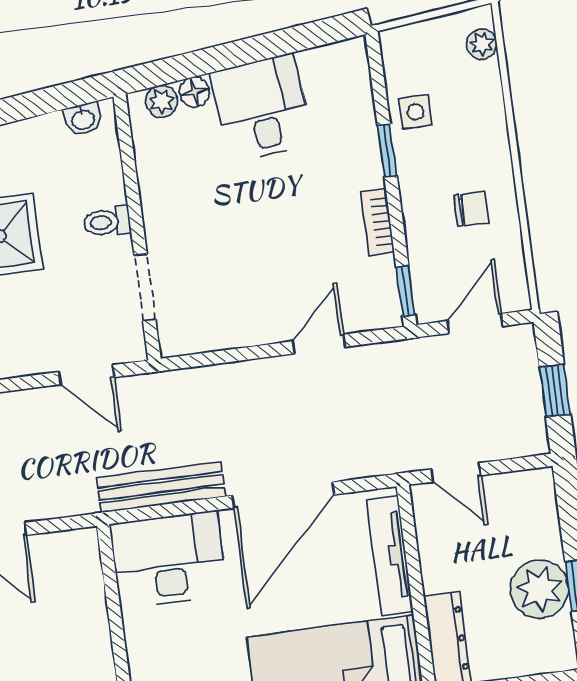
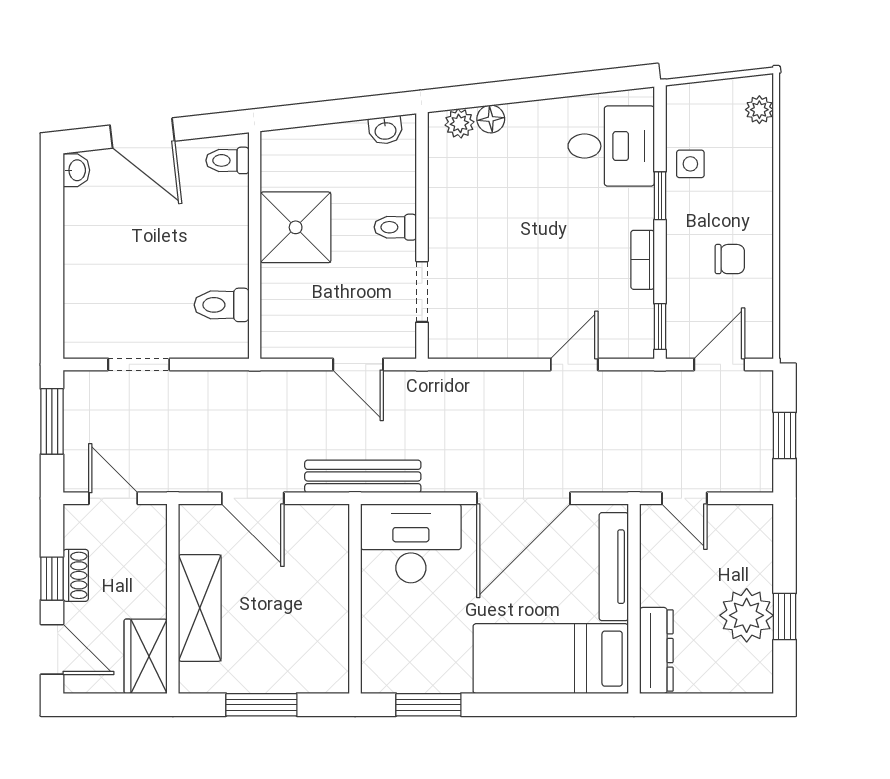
desk: (262, 108) -> (611, 146), moved, turned 96
bench: (161, 487) -> (363, 476), moved

